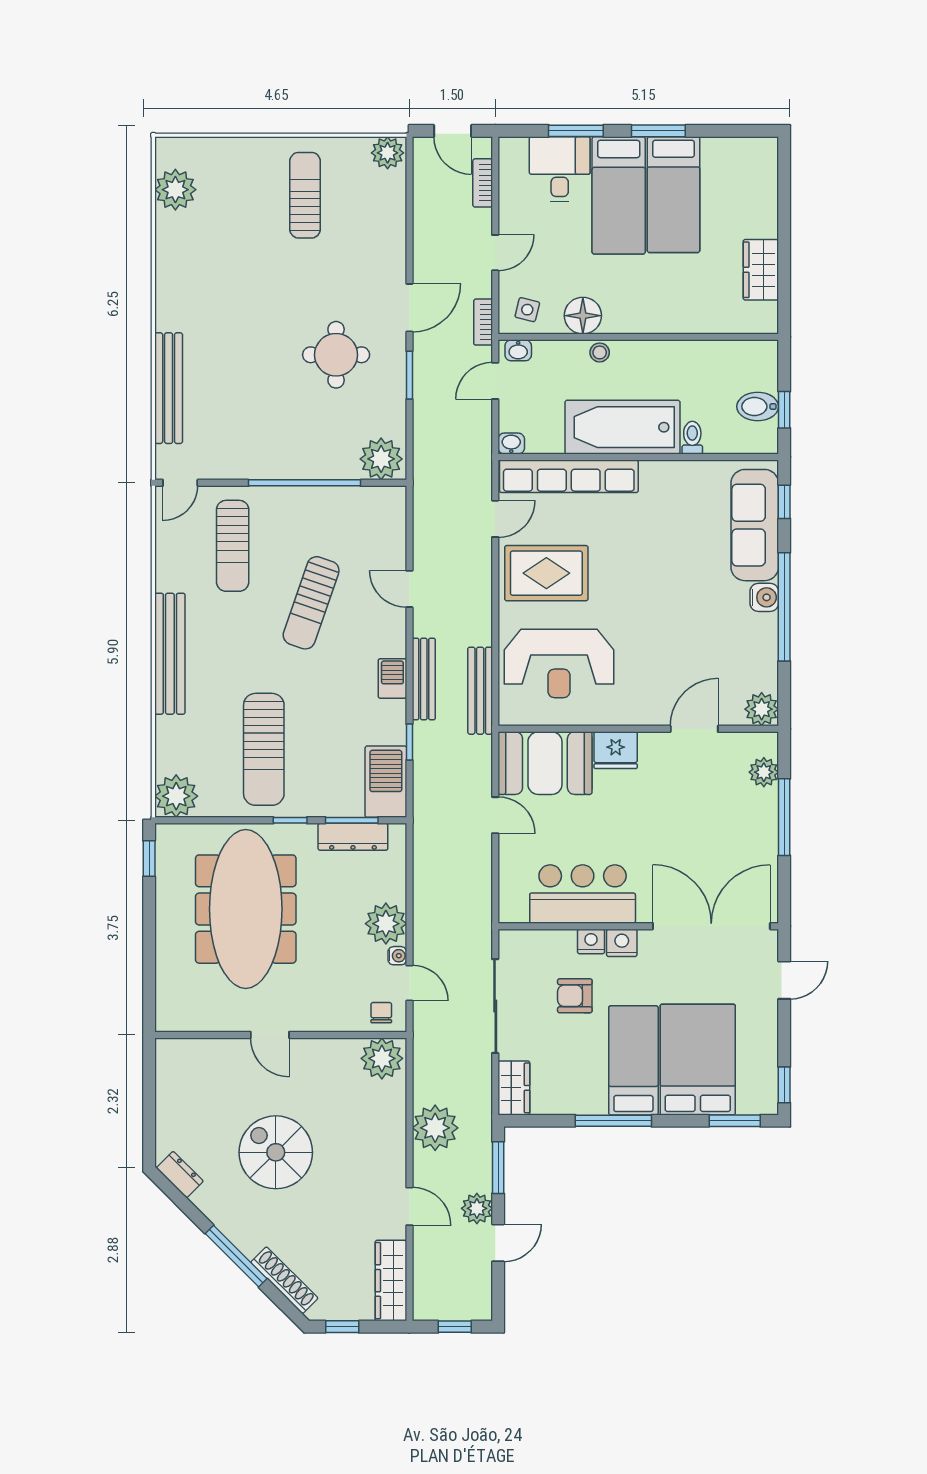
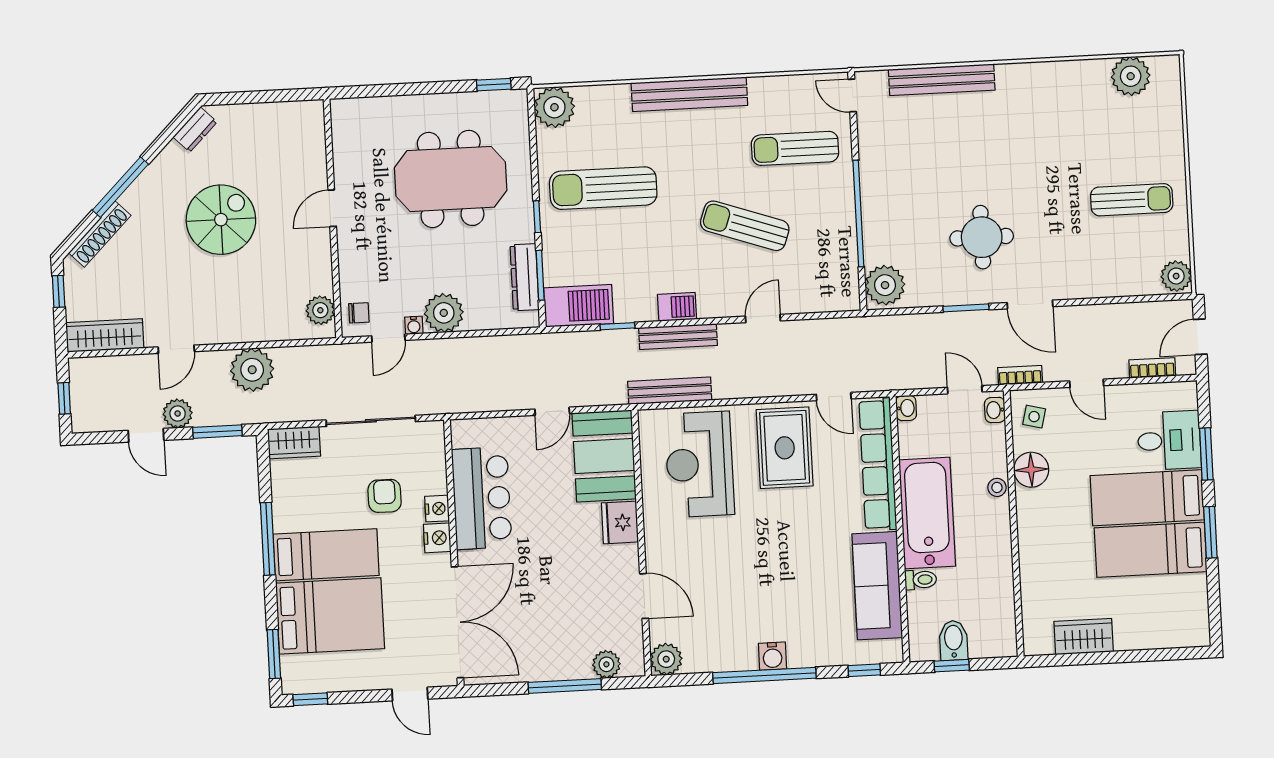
sofa: (755, 525) -> (877, 586), moved, turned -90
meeting table: (246, 909) -> (451, 179), width x0.73
plant: (382, 1058) -> (320, 310), width x0.73, depth x0.73

